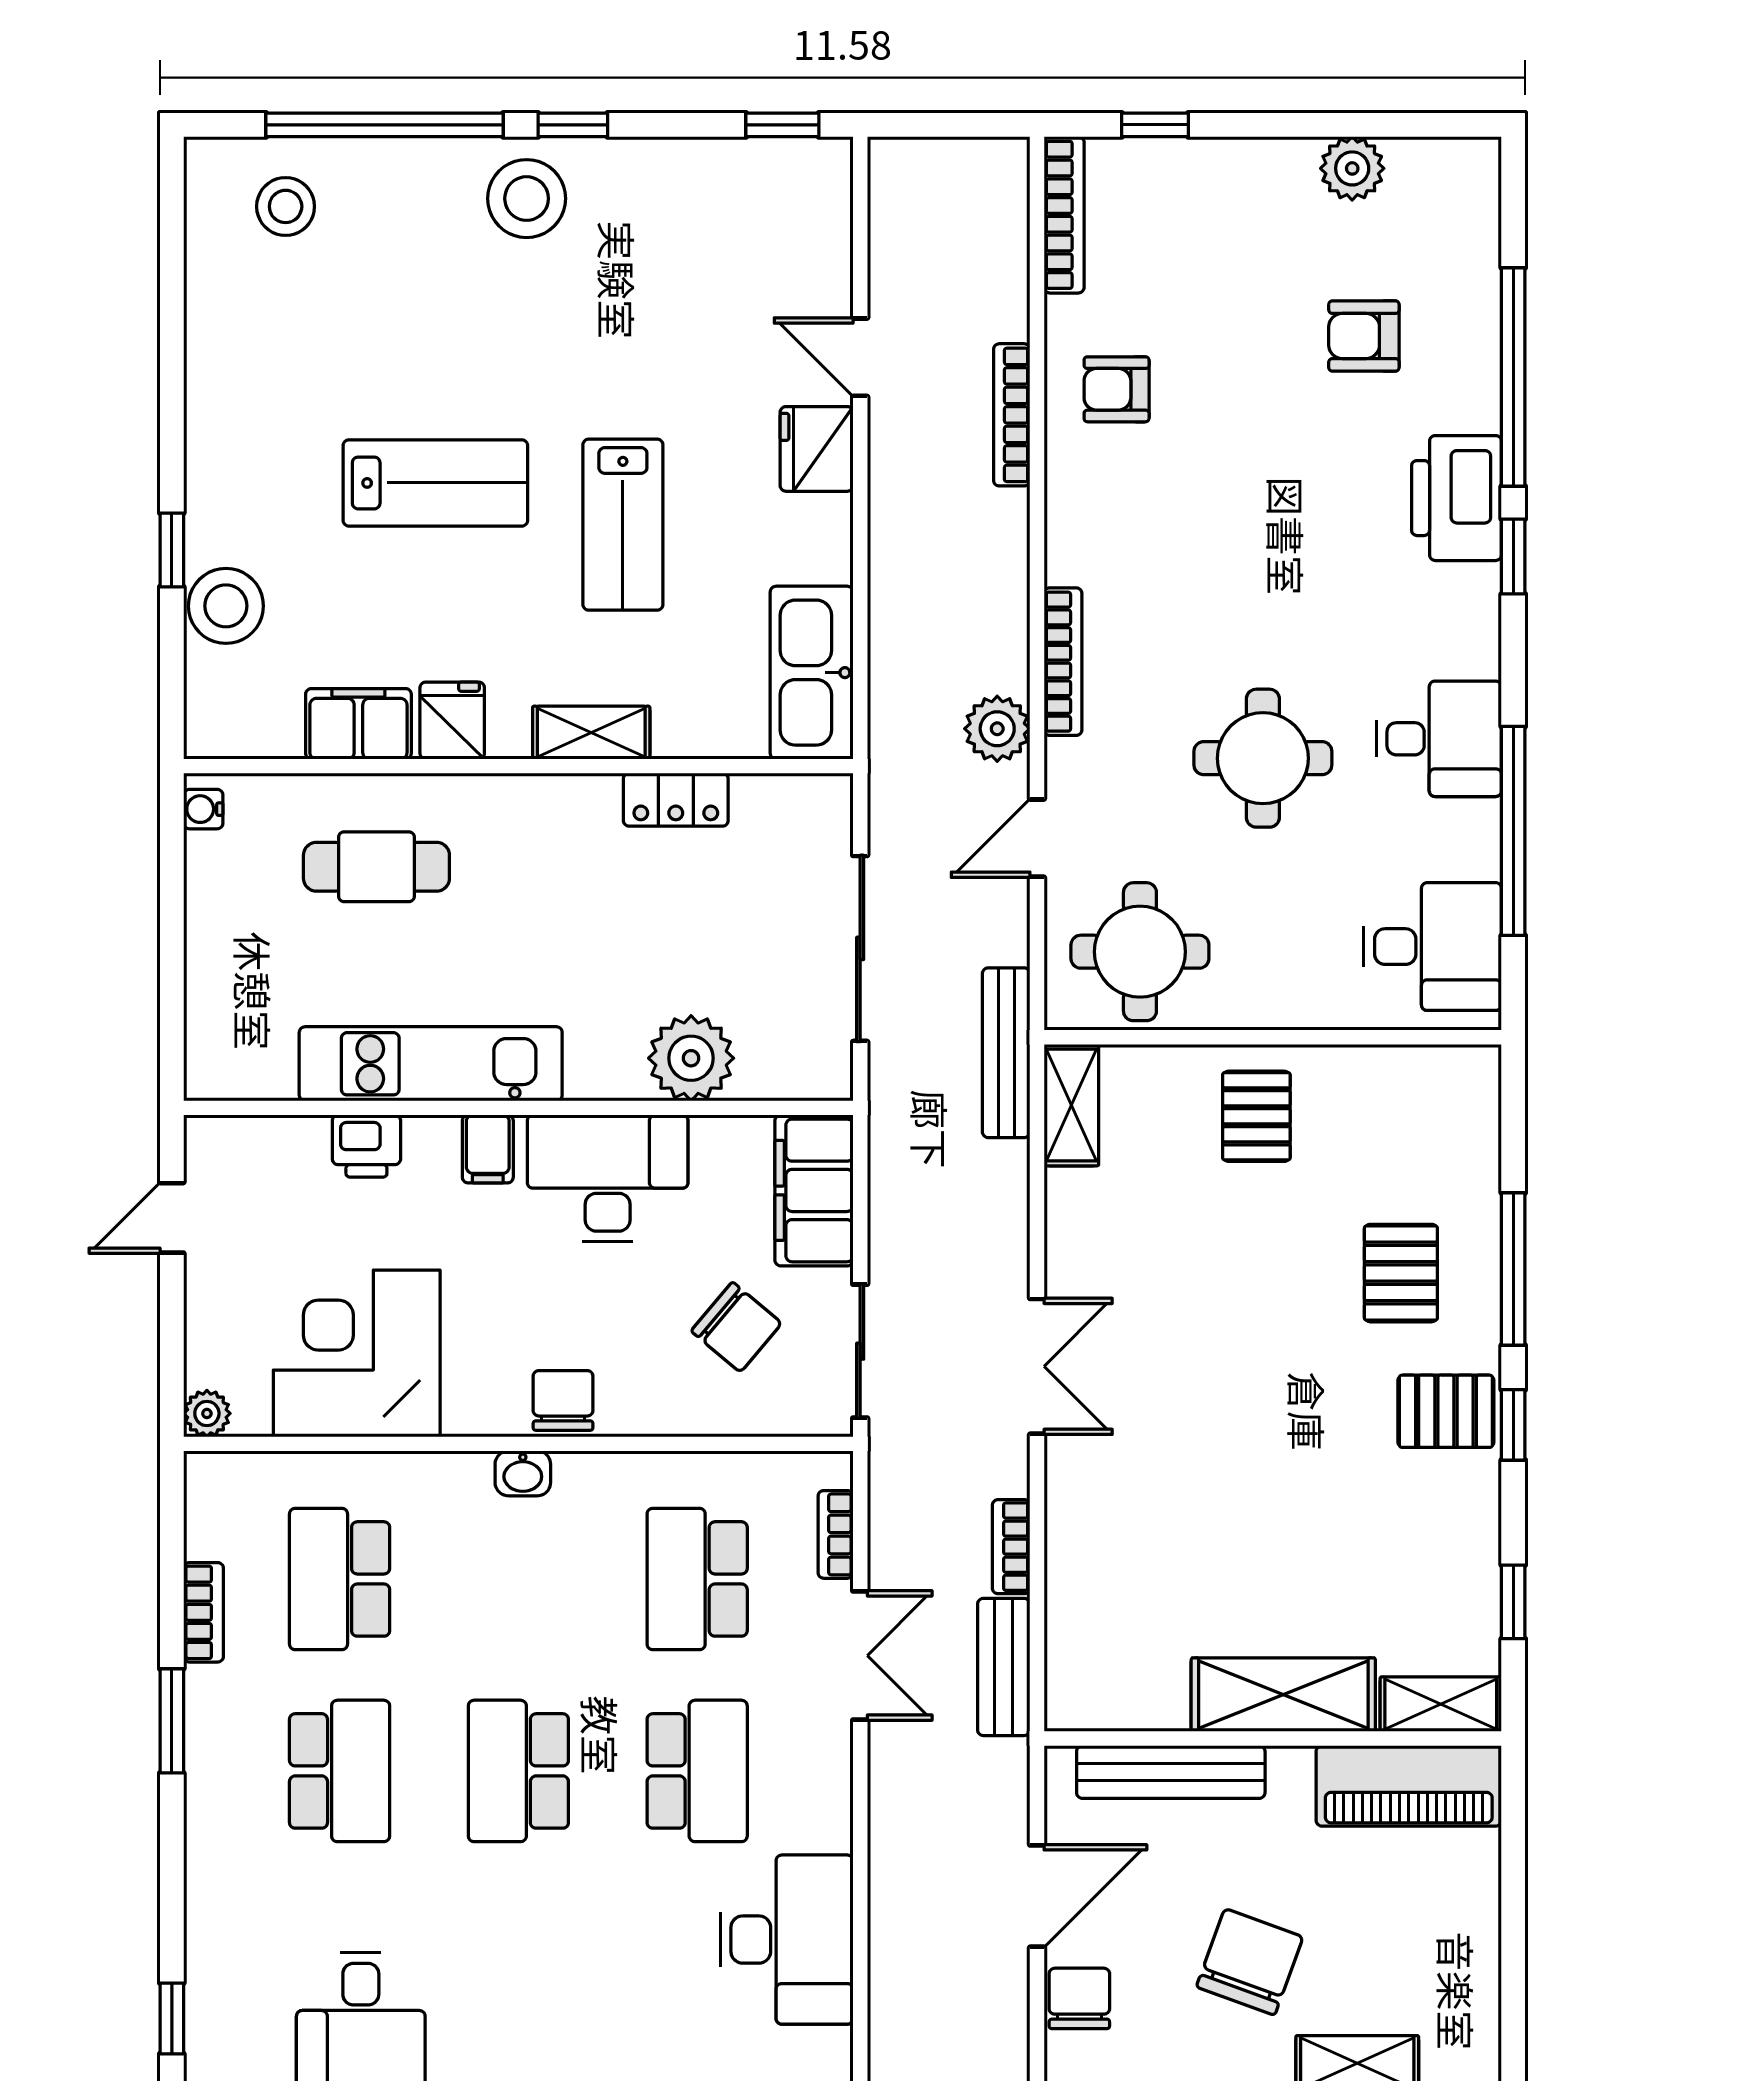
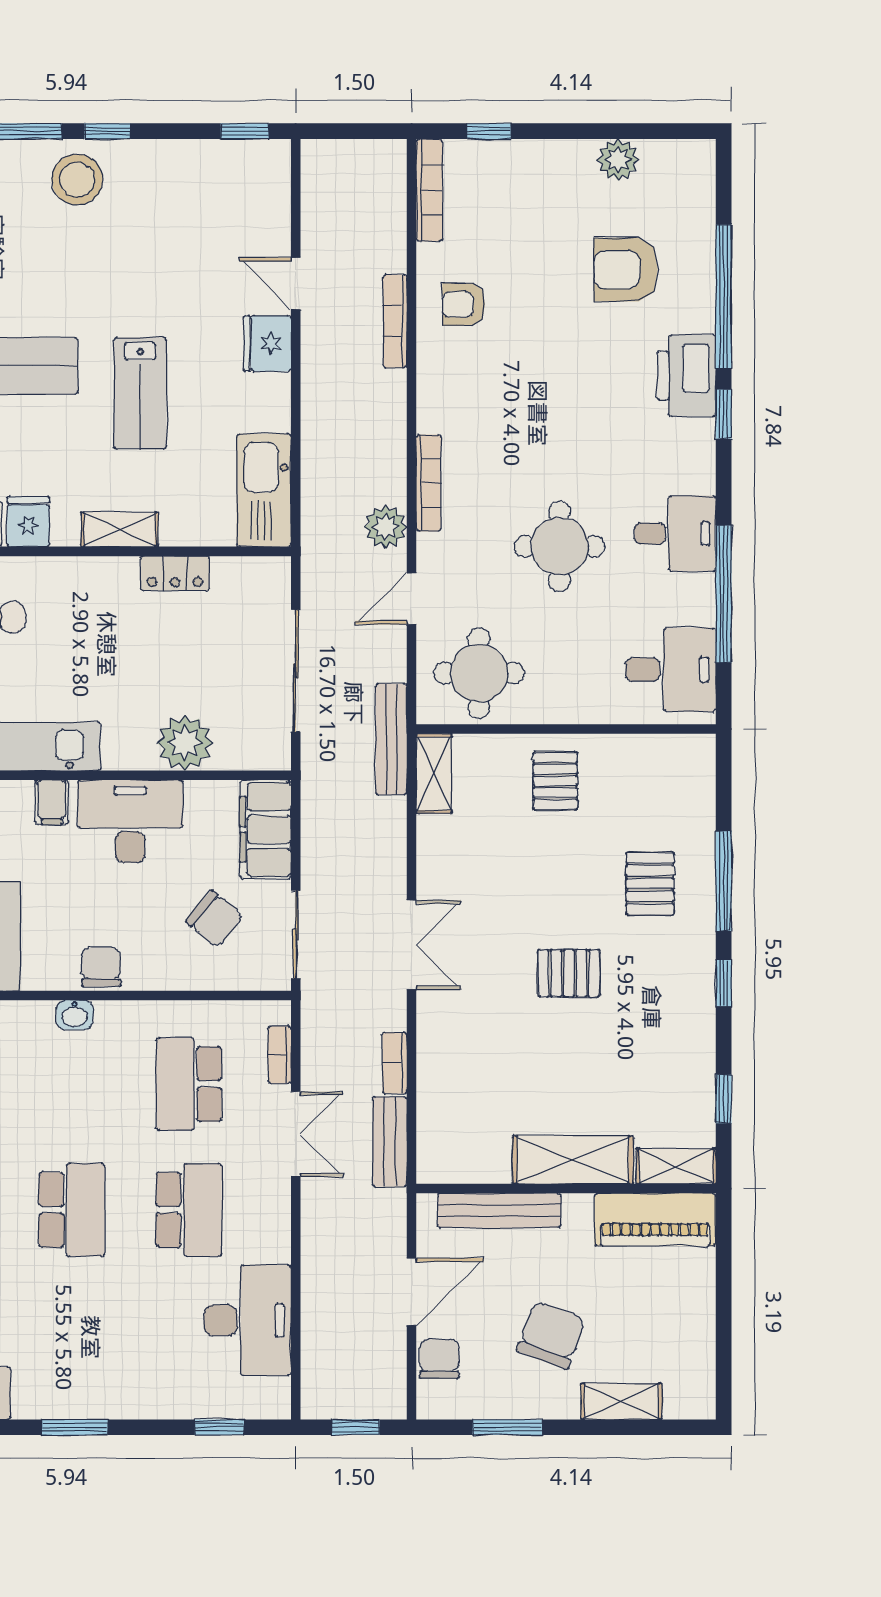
armchair: (1364, 336) -> (626, 270), width x1.38, depth x1.38
pallet: (1446, 1411) -> (569, 973), moved
school desk: (518, 1771) -> (72, 1210), turned 180

